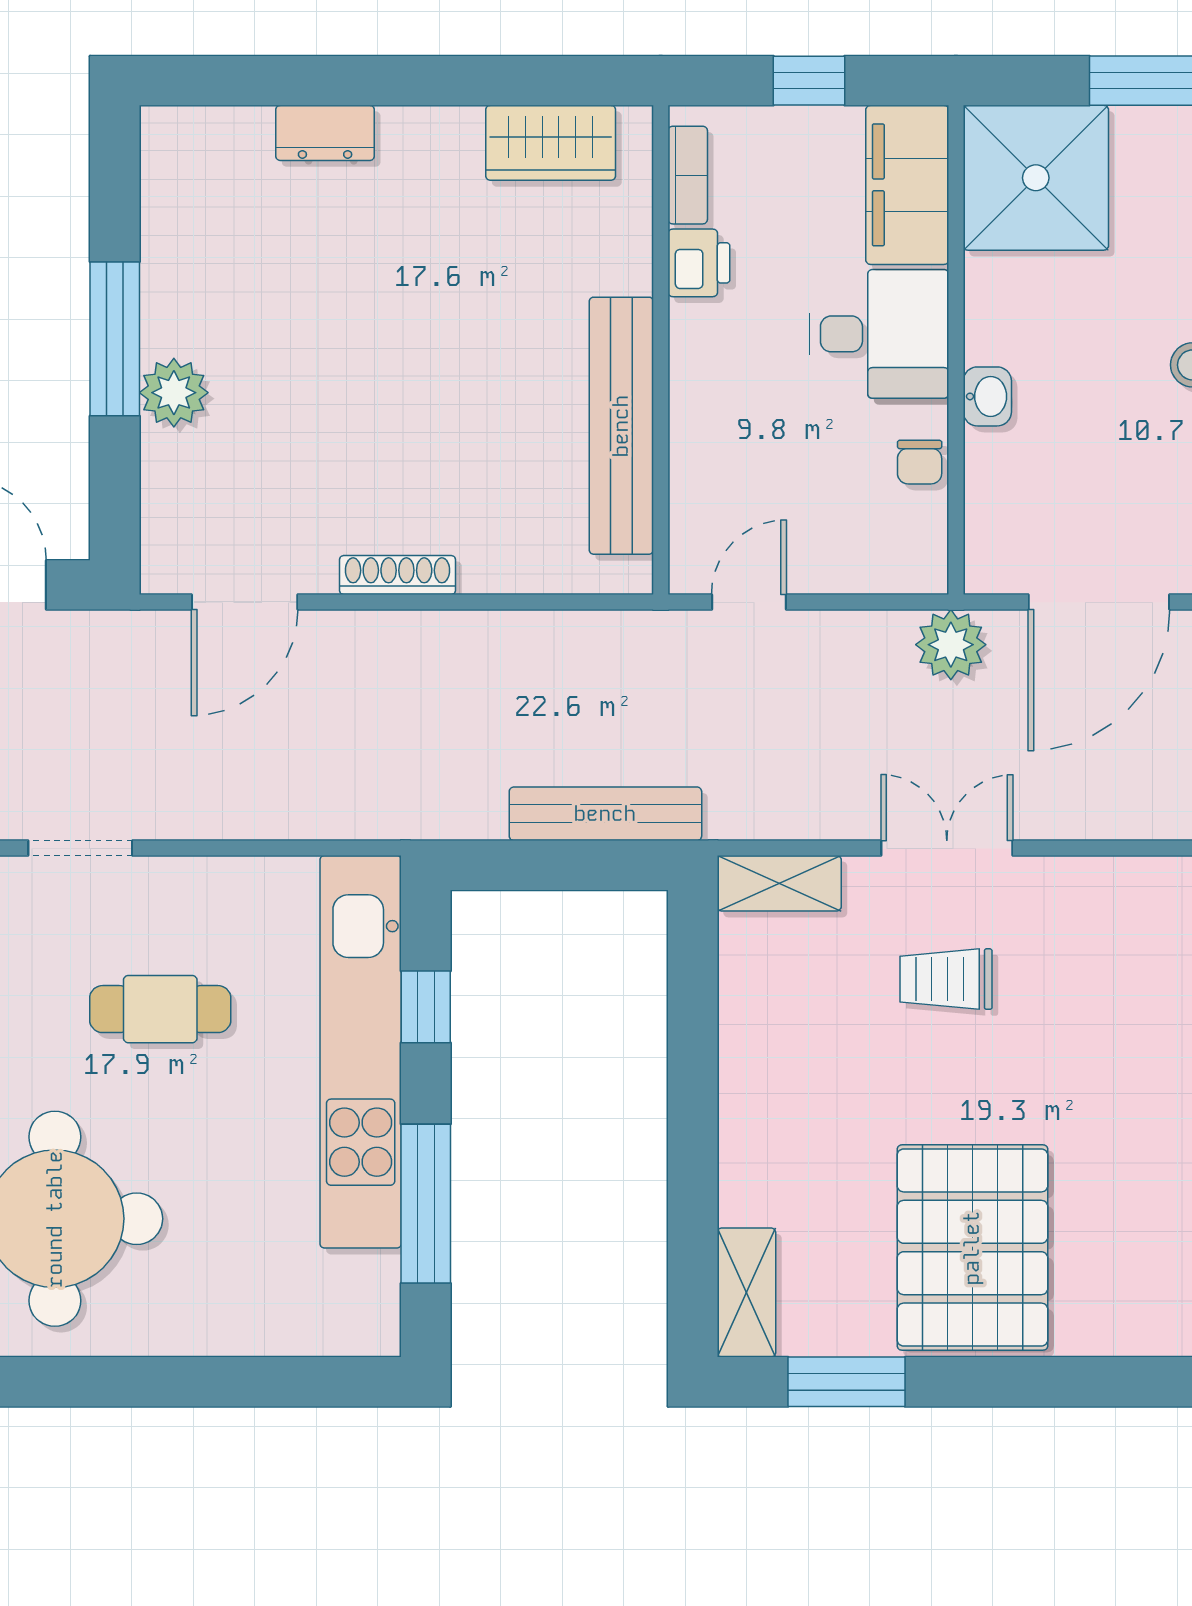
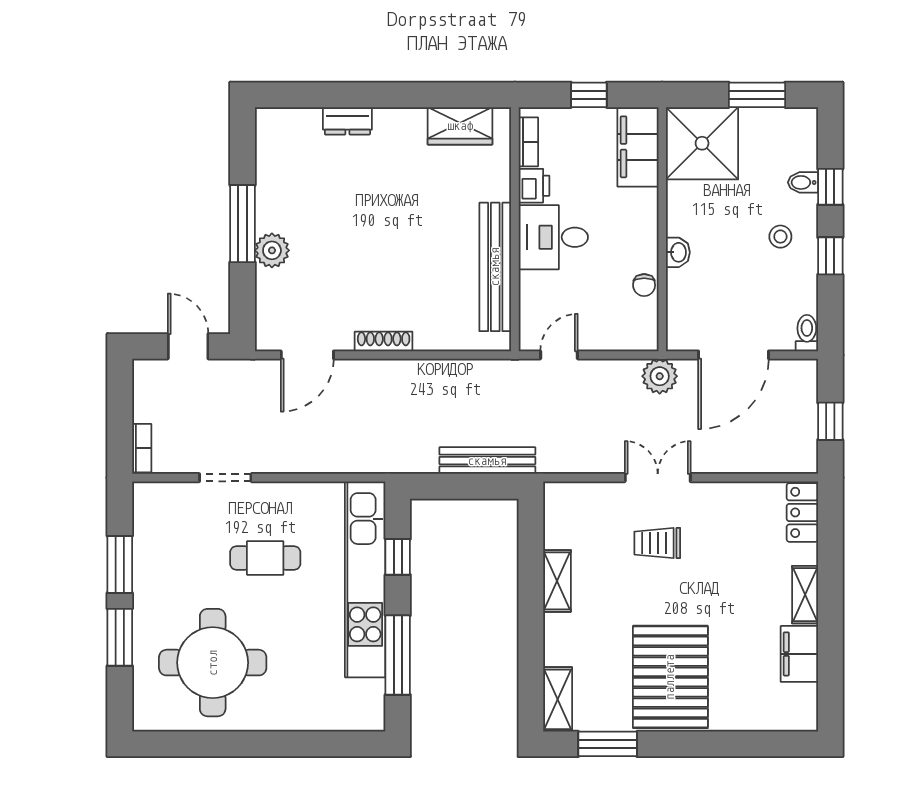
desk: (879, 334) -> (553, 237), moved, turned 180
shelving: (779, 883) -> (557, 581), moved, turned 90

